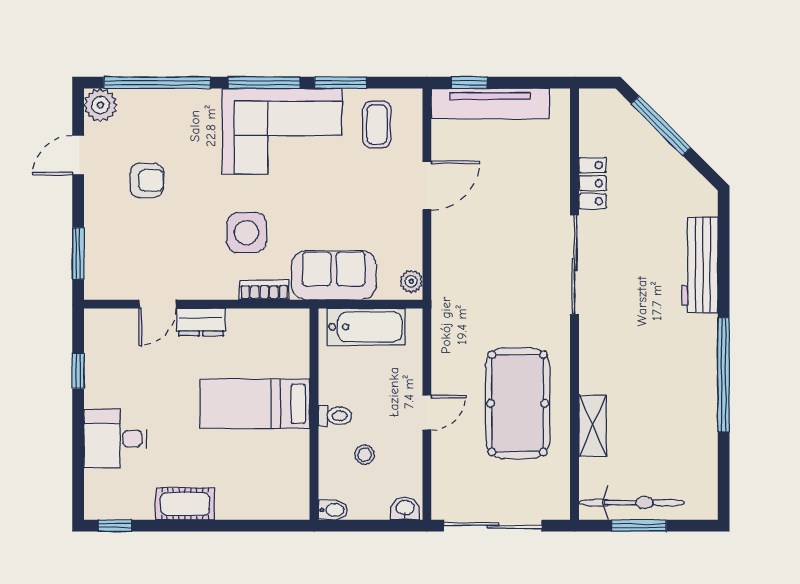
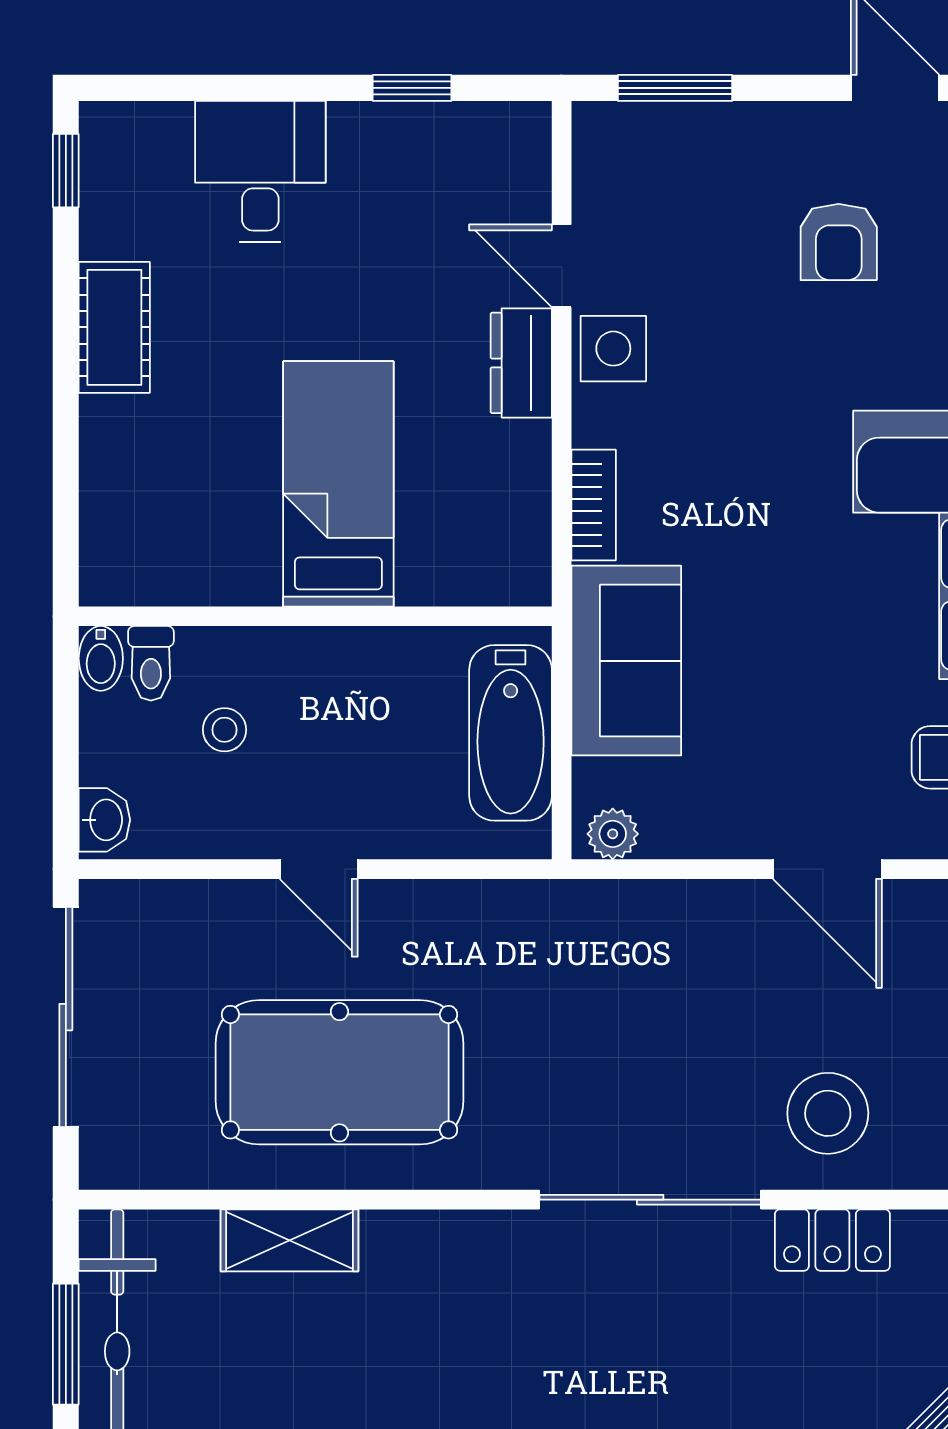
stool: (536, 185) -> (828, 1113), added
side table: (246, 233) -> (613, 349), moved, width x0.73, depth x0.73
toilet: (335, 416) -> (151, 663), moved

